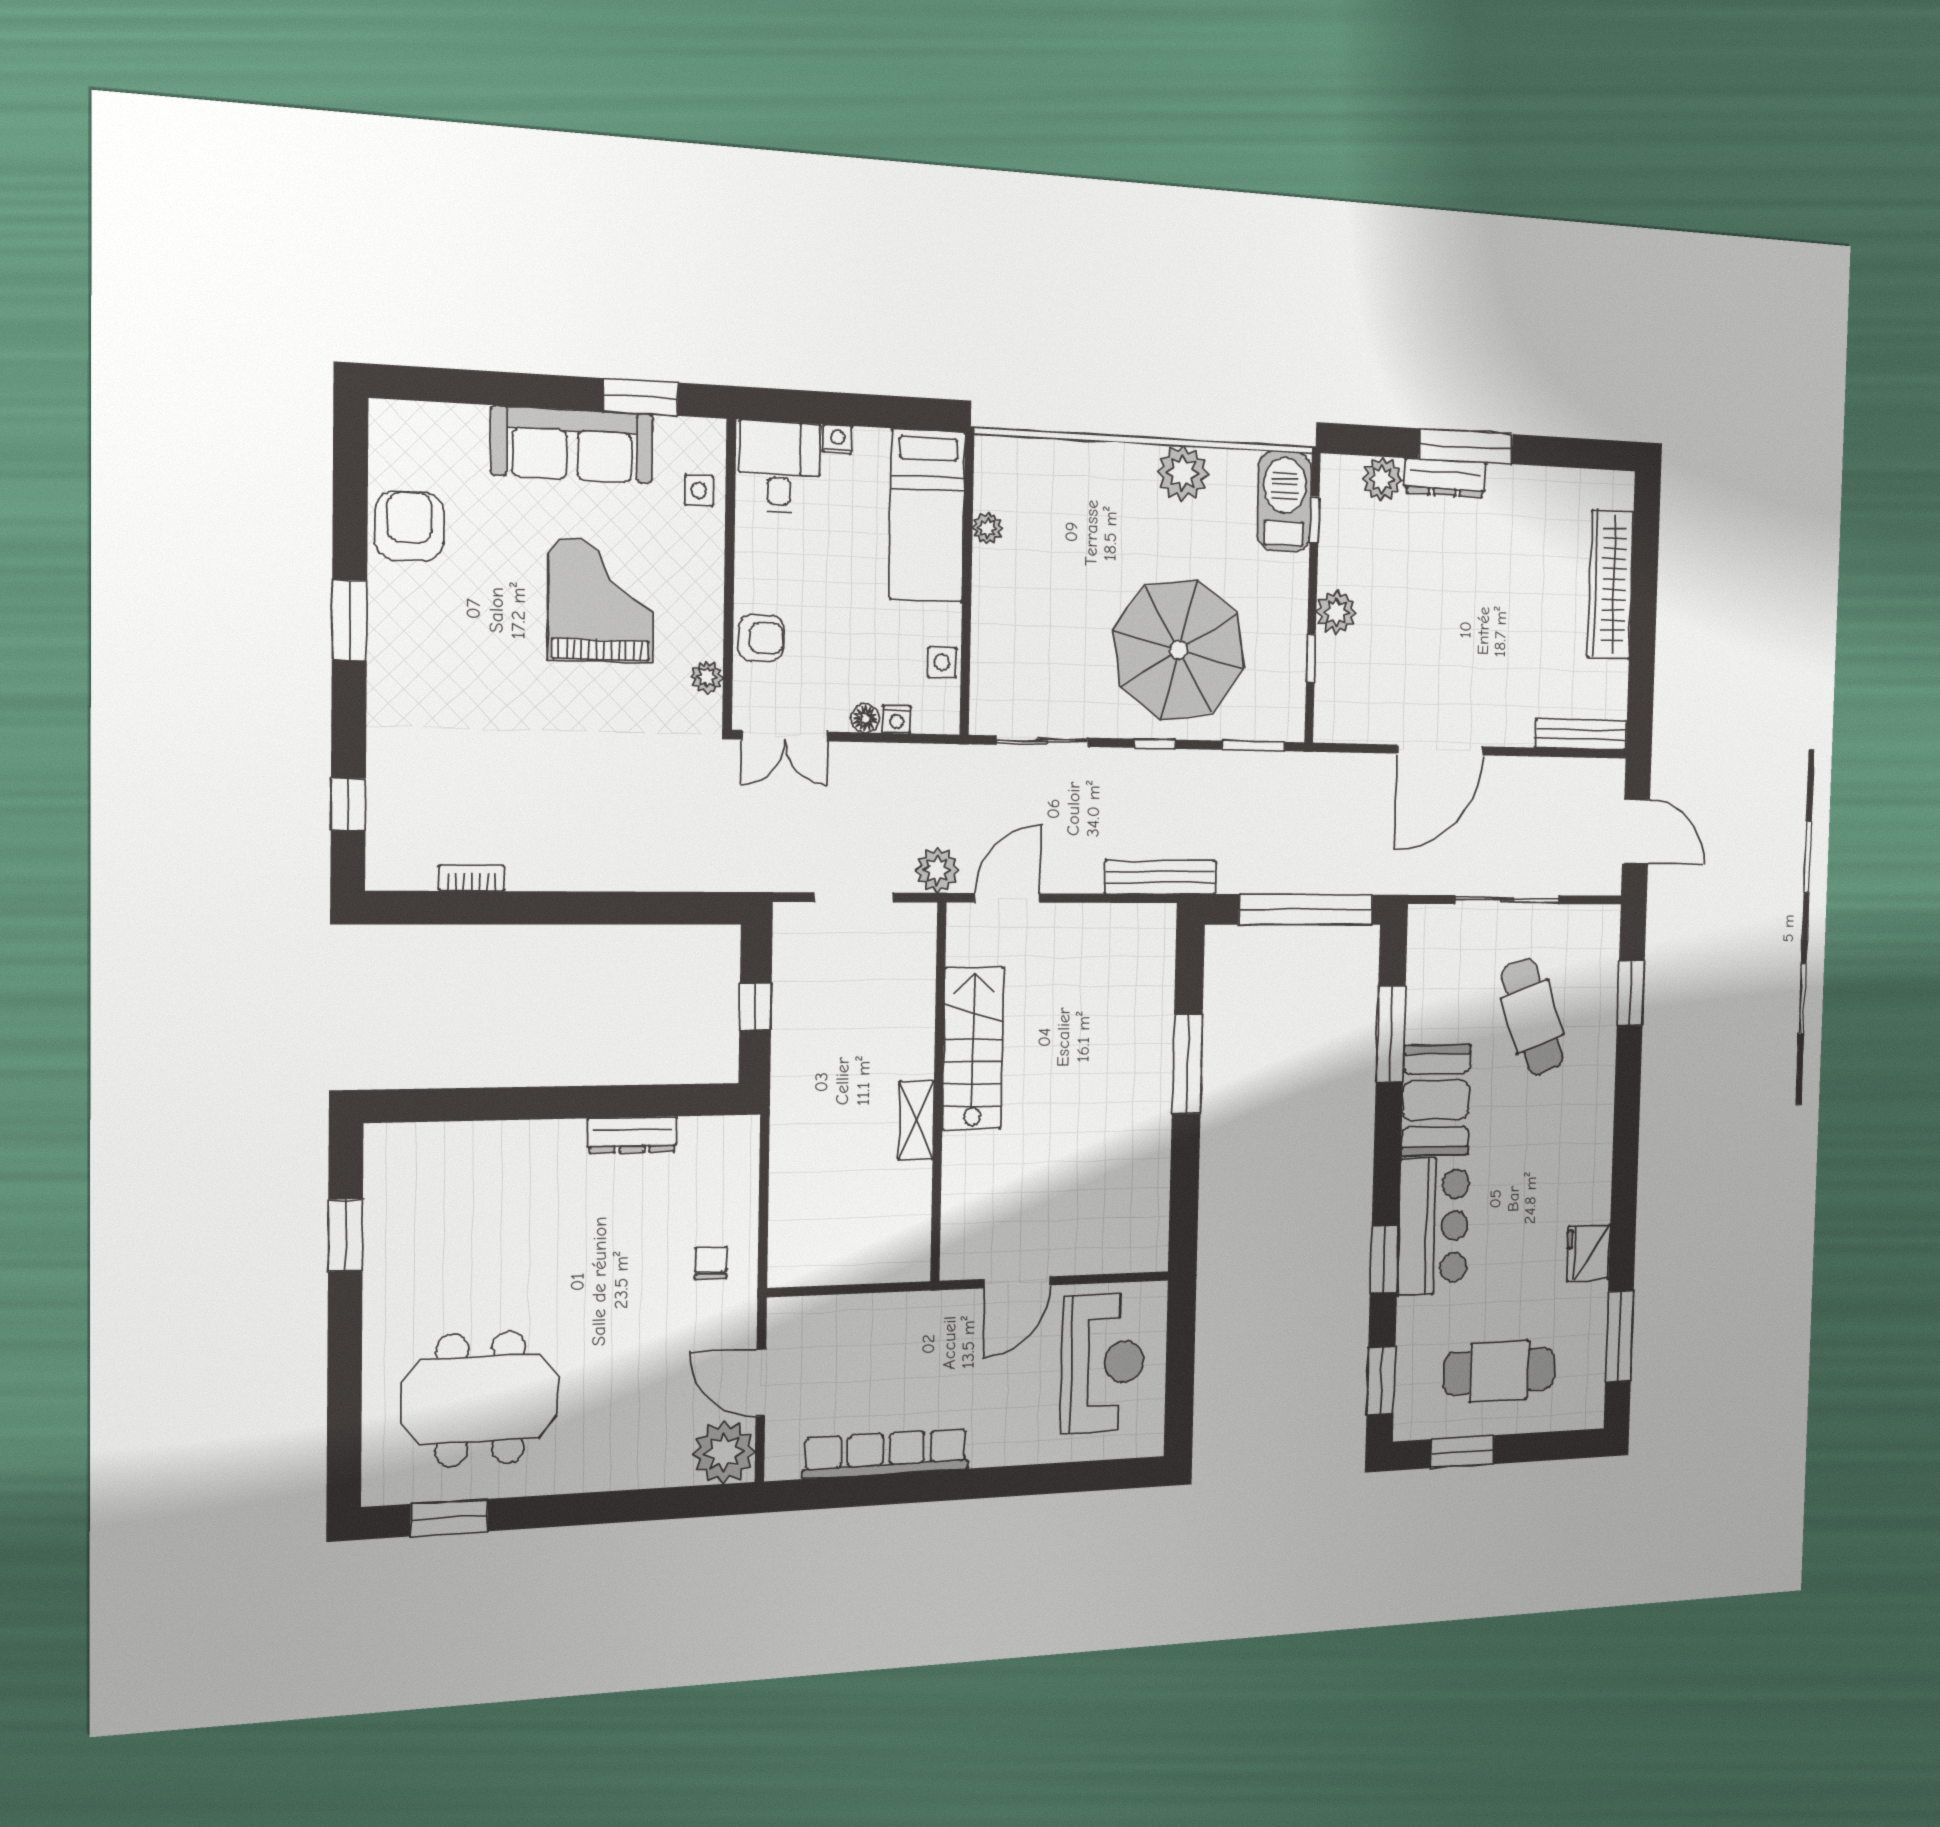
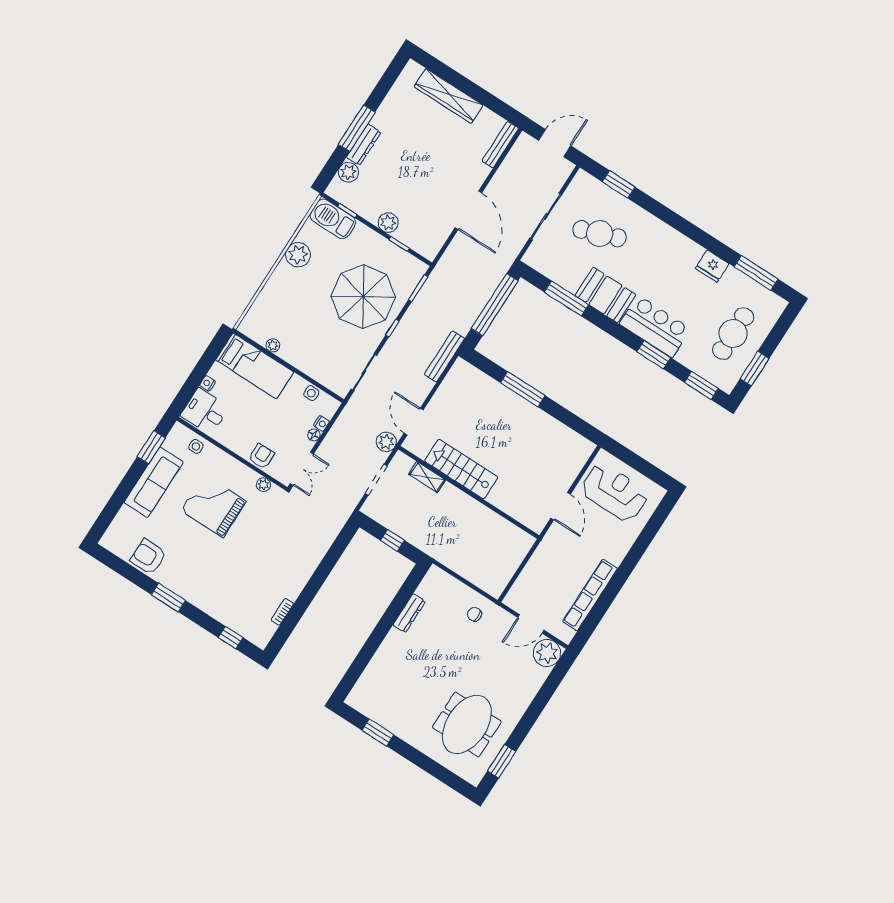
shelving: (916, 1120) -> (427, 477), moved

